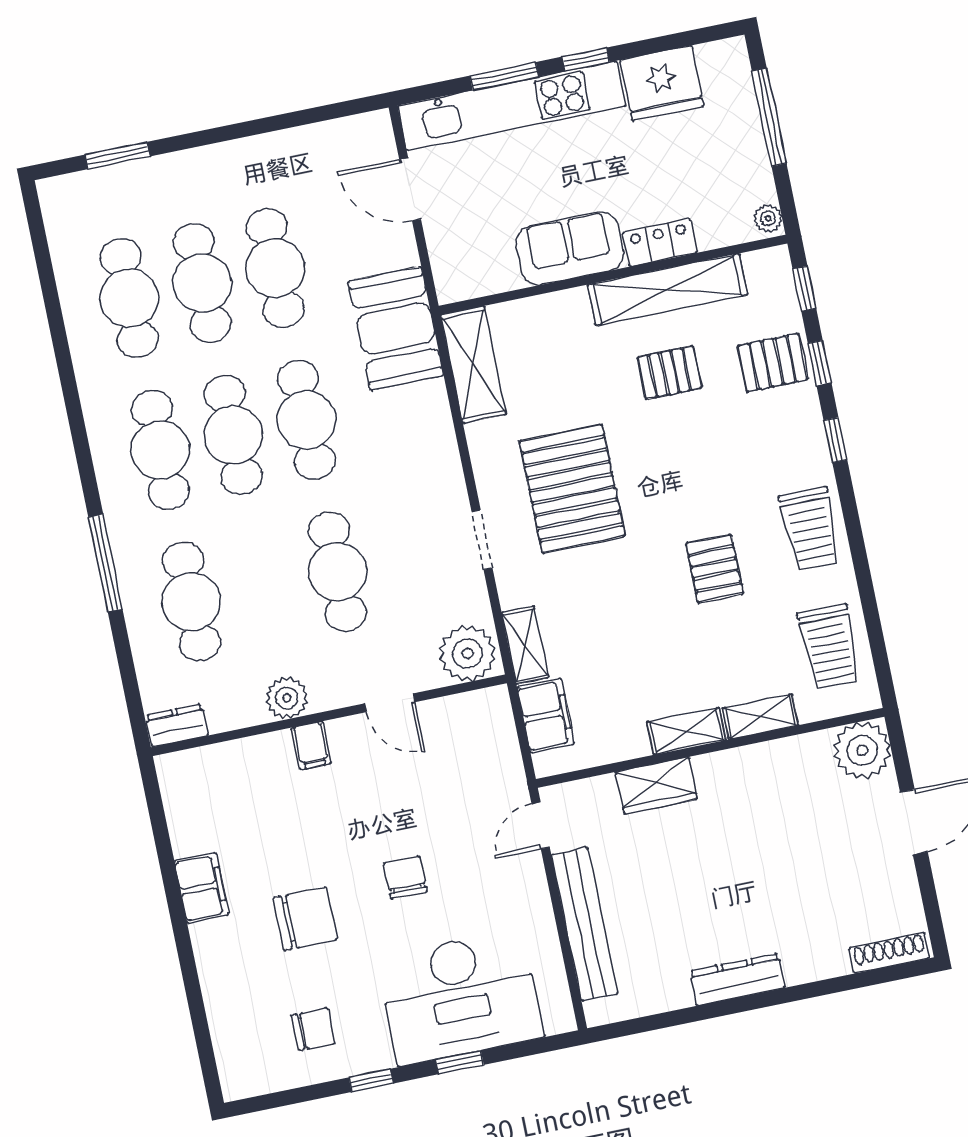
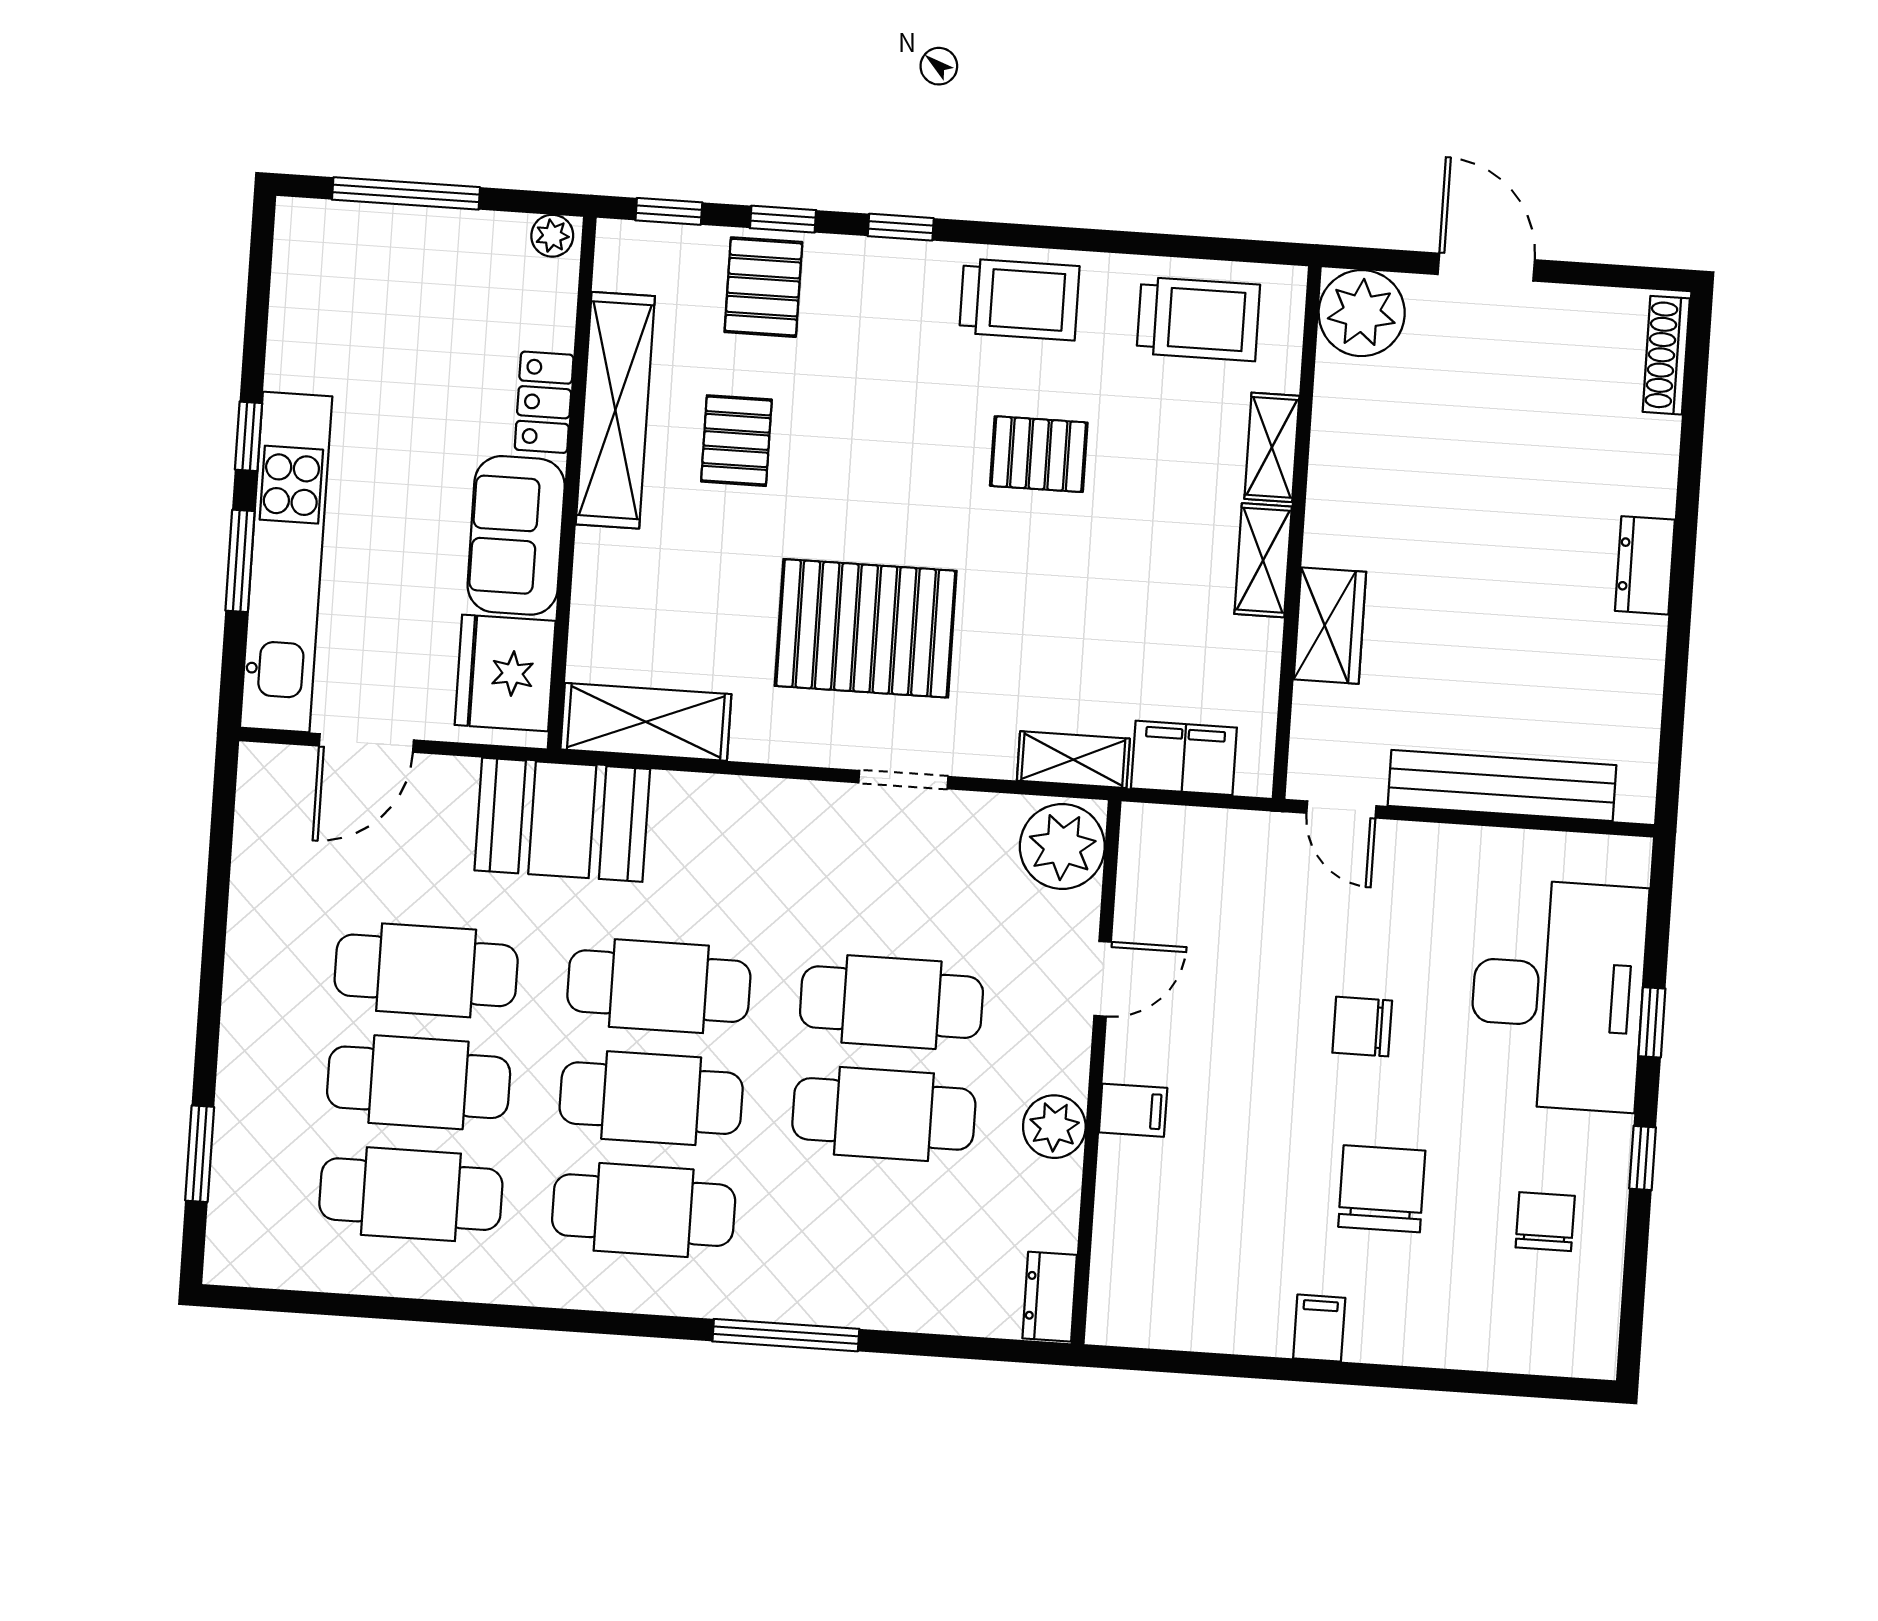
fridge: (662, 83) -> (505, 673), moved, turned 180
cafe table: (191, 602) -> (884, 1114), moved
filing cabinet: (201, 888) -> (1319, 1328), width x0.50
dresser: (737, 979) -> (1645, 565), width x0.70

